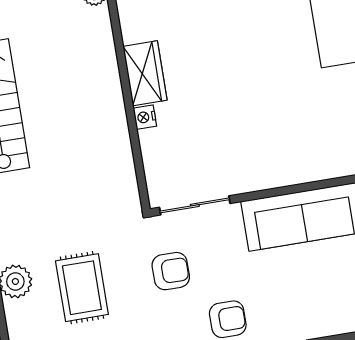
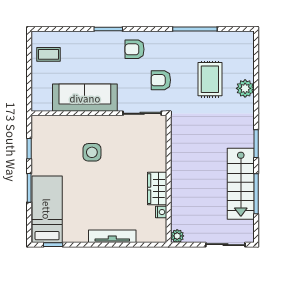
nightstand: (145, 117) -> (161, 212), moved
side table: (274, 119) -> (92, 152), added

